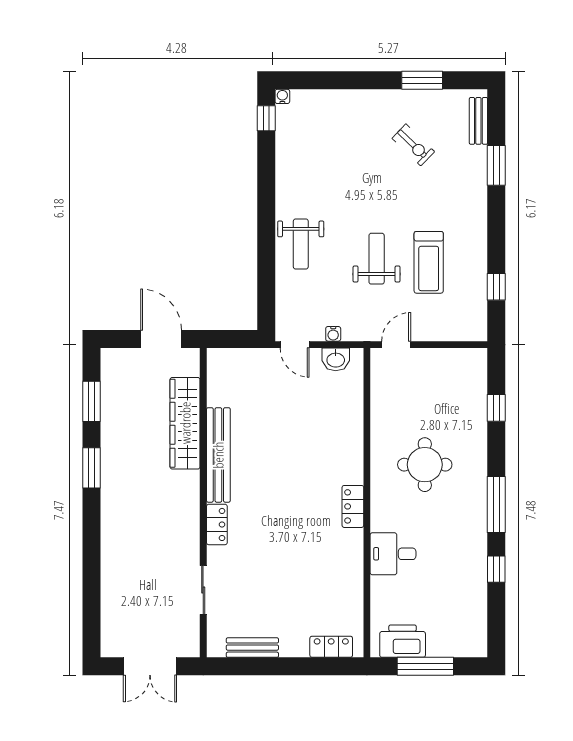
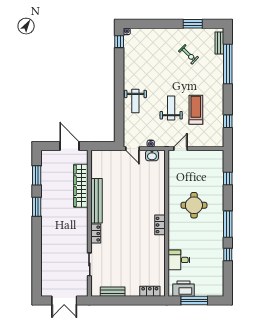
window: (496, 165) -> (228, 64), width x2.11
treadmill: (429, 262) -> (196, 110), turned 180
desk: (393, 554) -> (179, 260), moved

